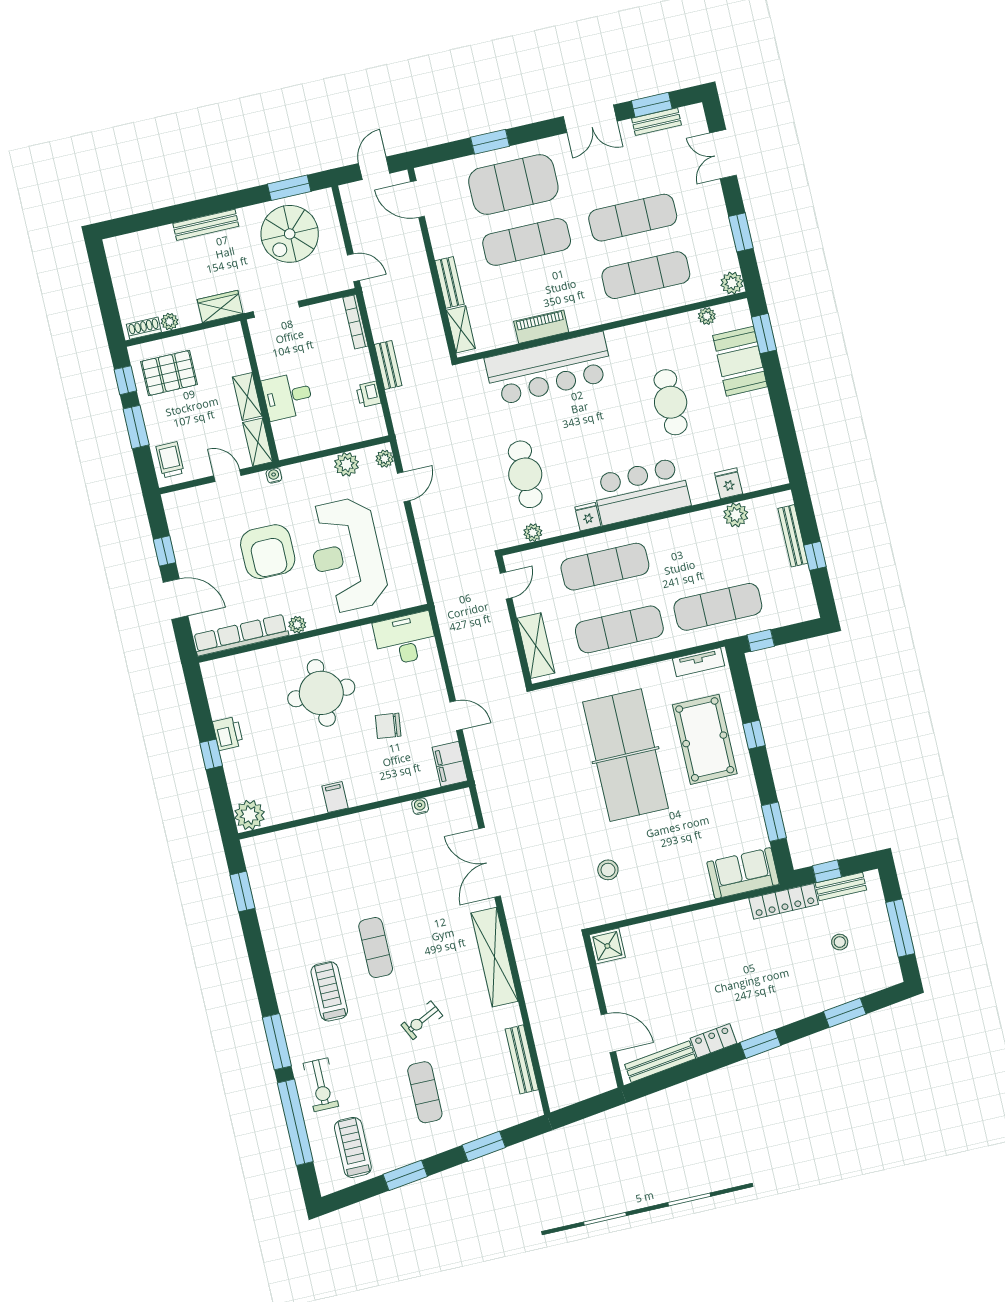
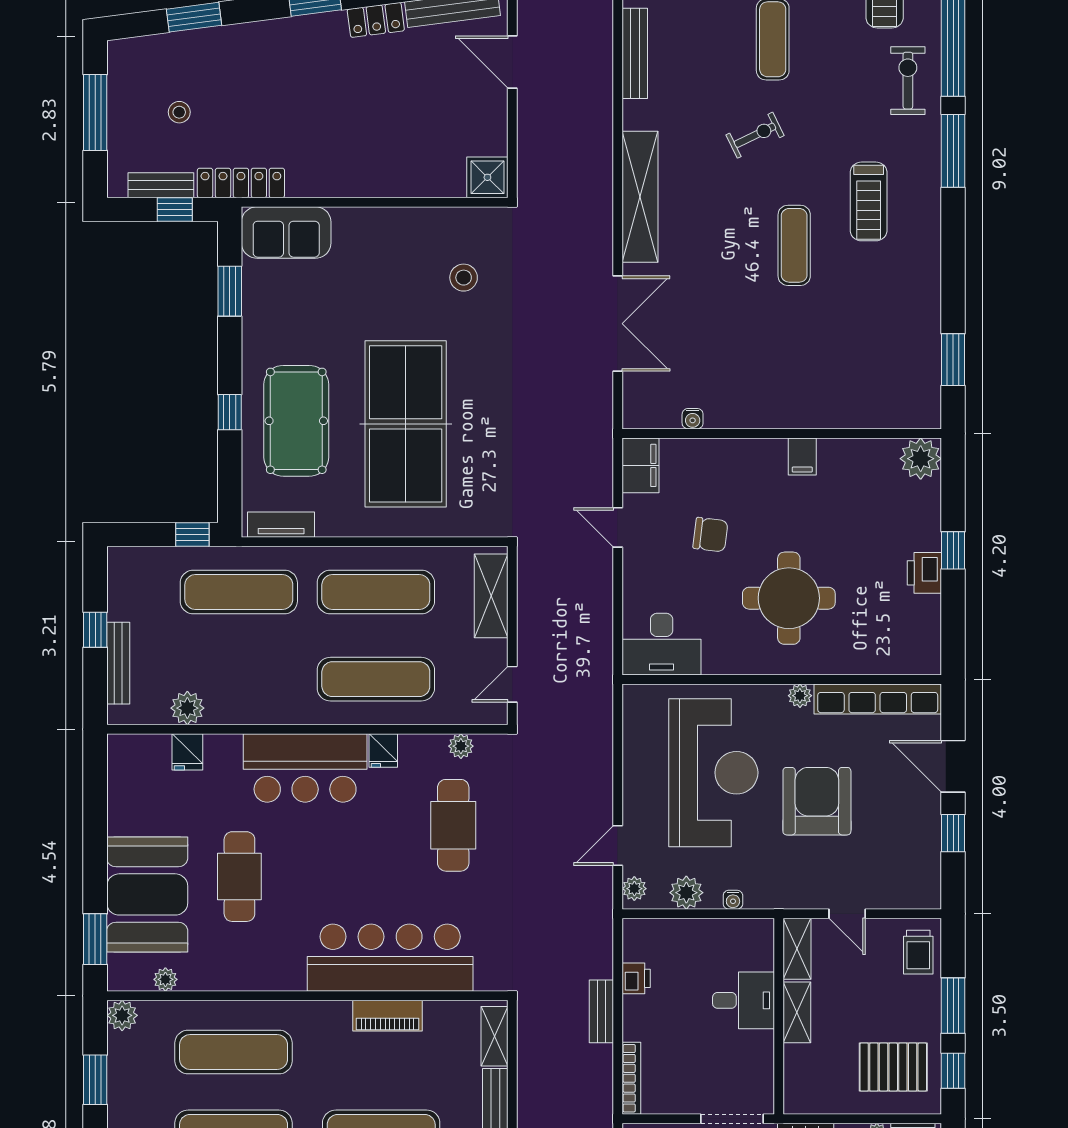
booth: (740, 361) -> (147, 894), width x1.36, depth x1.42
water cooler: (274, 476) -> (733, 900), moved

